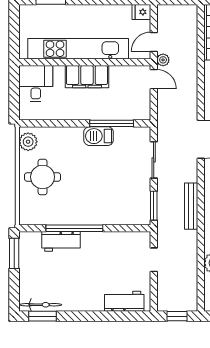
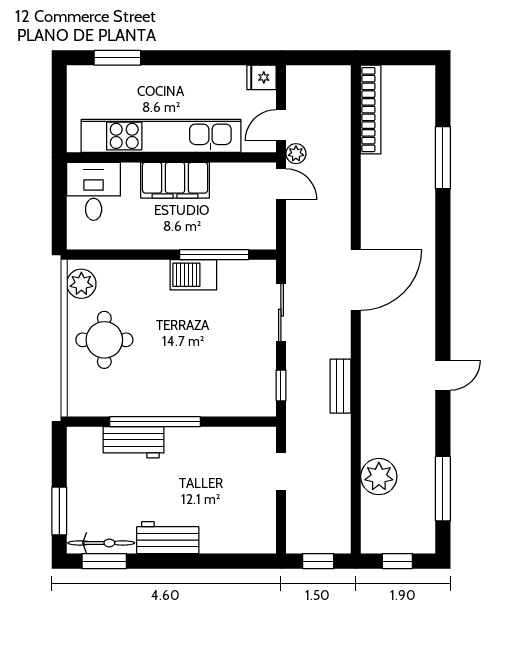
window: (154, 206) -> (281, 386), width x0.67
bench: (191, 206) -> (340, 386), width x0.73
window: (14, 253) -> (59, 511), moved
workbench: (124, 301) -> (168, 538), moved

